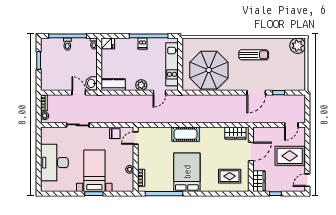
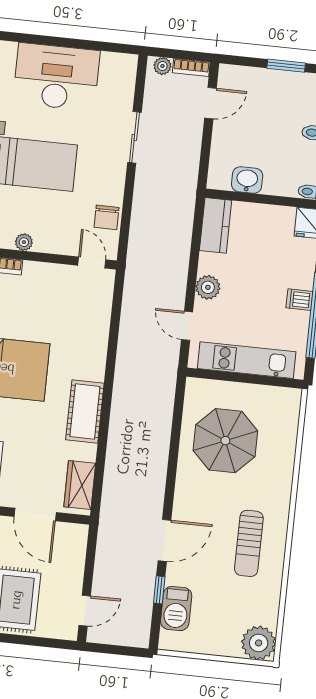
parasol: (209, 70) -> (225, 441), width x0.73, depth x0.73
washbasin: (92, 83) -> (247, 180), moved
barbecue: (286, 84) -> (176, 608), added
door: (79, 93) -> (210, 103), moved
door: (256, 93) -> (164, 540), swing flipped
door: (291, 125) -> (85, 611), swing flipped
cot: (185, 134) -> (85, 412), moved

